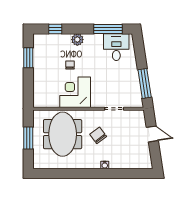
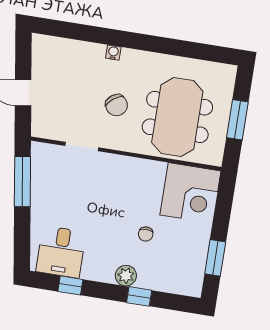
window: (55, 29) -> (139, 296), moved
window: (108, 29) -> (70, 285), width x0.46
corner desk: (75, 92) -> (190, 193), moved

